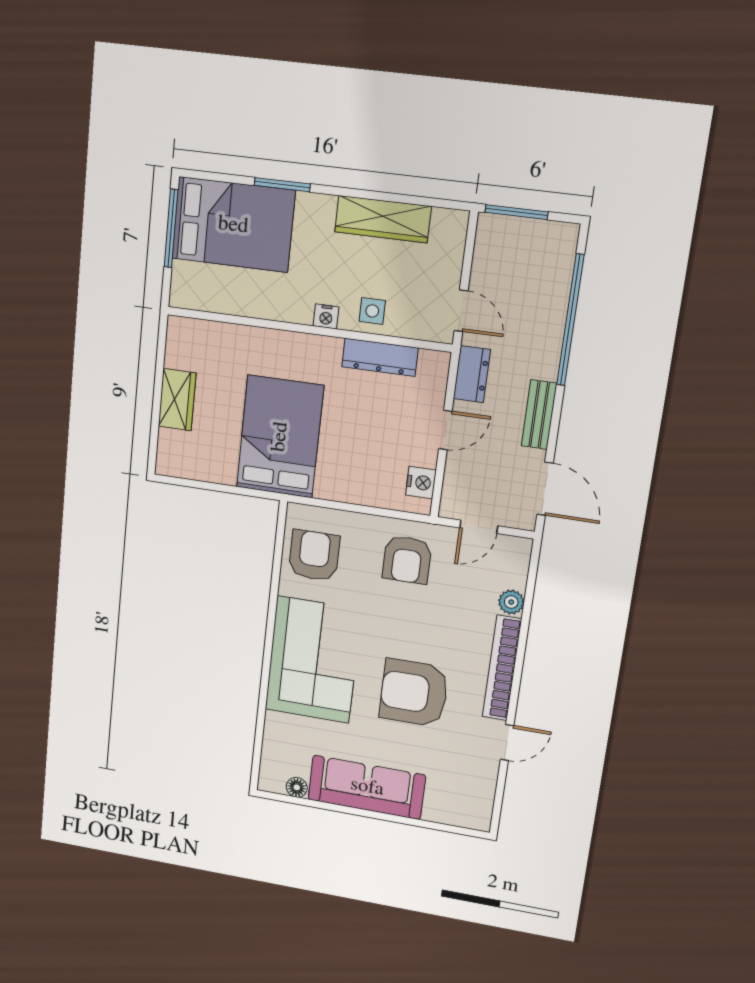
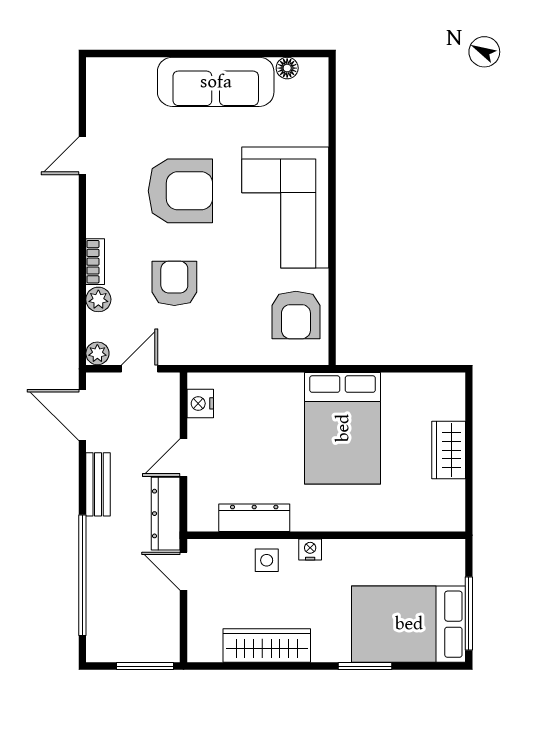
dresser: (472, 374) -> (166, 514), width x1.44
plant: (520, 549) -> (97, 353), added
armchair: (407, 560) -> (174, 283), moved
bookcase: (502, 668) -> (95, 262), width x0.43, depth x0.76

